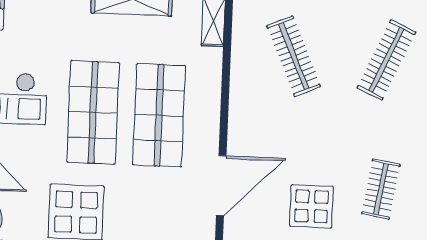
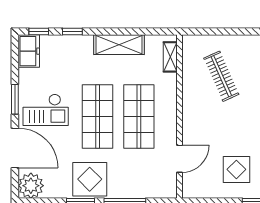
door: (221, 186) -> (180, 159), width x0.73

